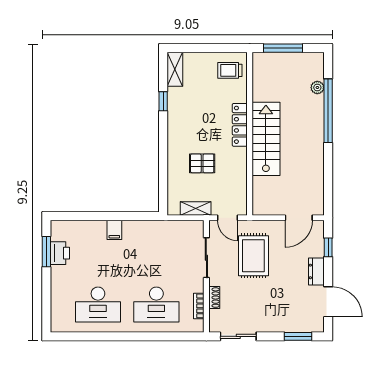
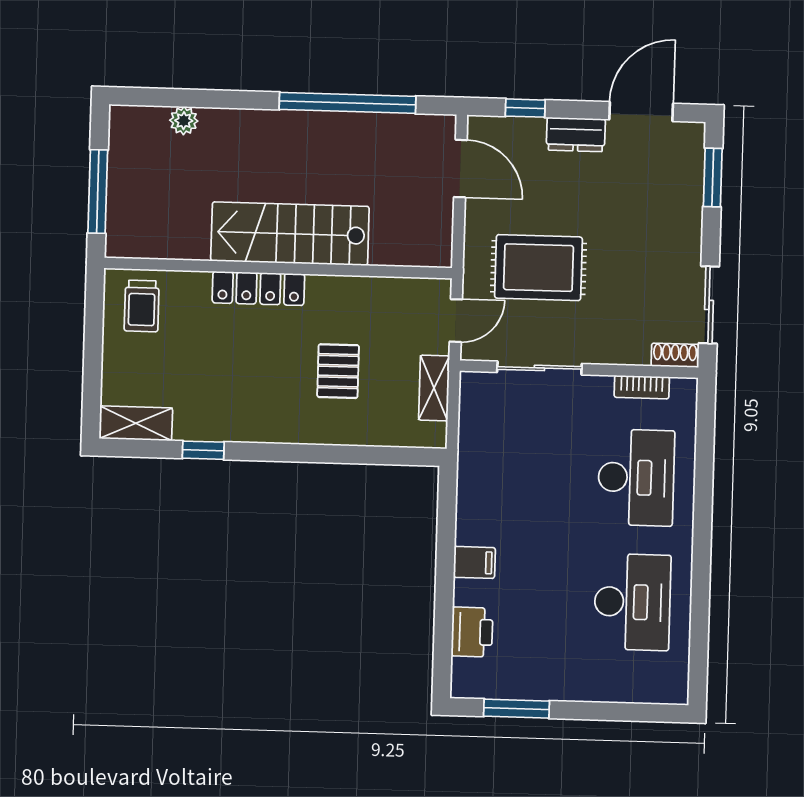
window: (328, 111) -> (348, 103), moved
printer: (60, 253) -> (472, 632), moved, turned 90
shoe rack: (214, 298) -> (675, 355), moved

